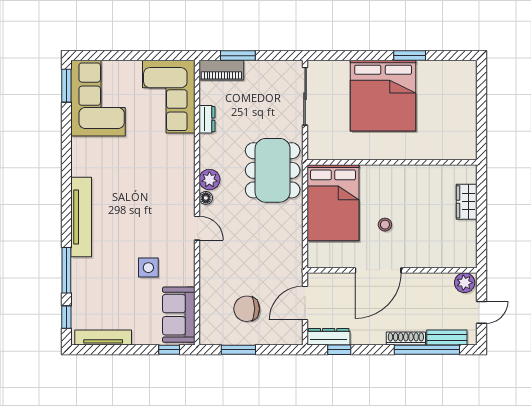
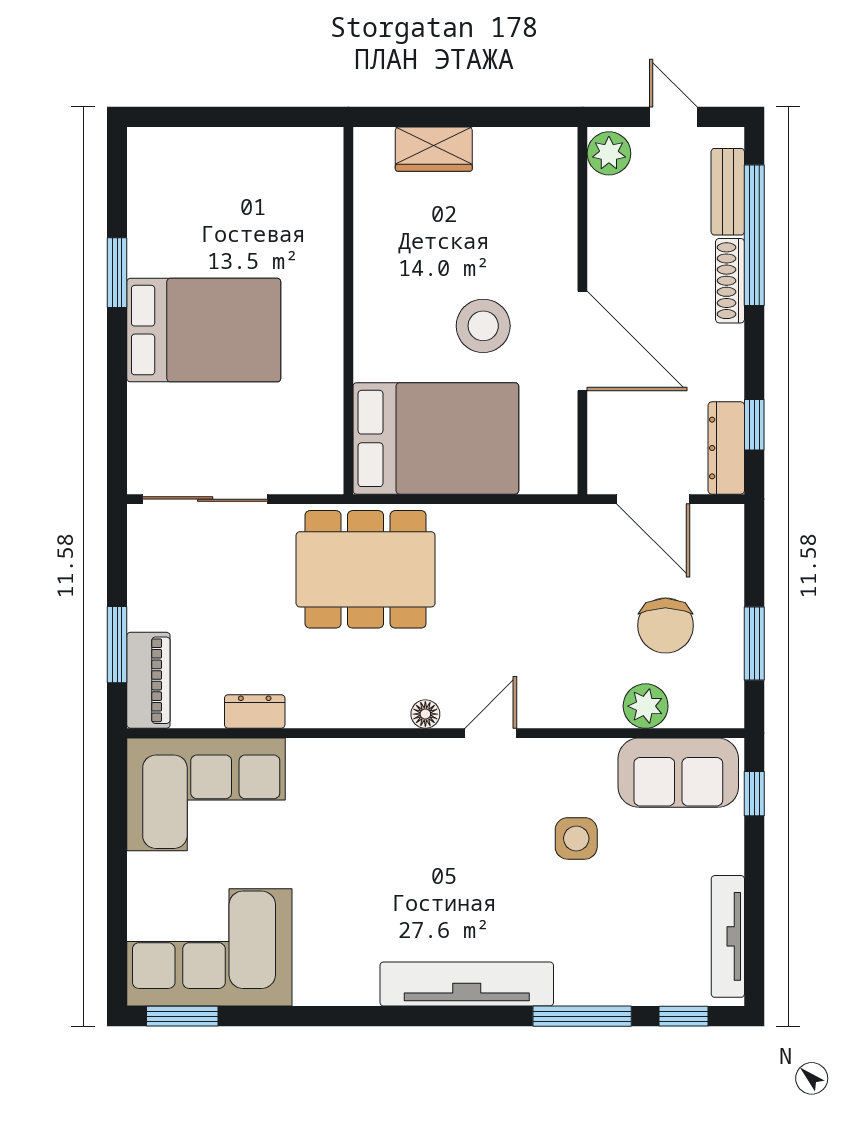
bed: (383, 96) -> (204, 330), width x0.73
plant: (209, 180) -> (646, 706), moved
stool: (385, 225) -> (483, 326), width x1.89, depth x1.89

